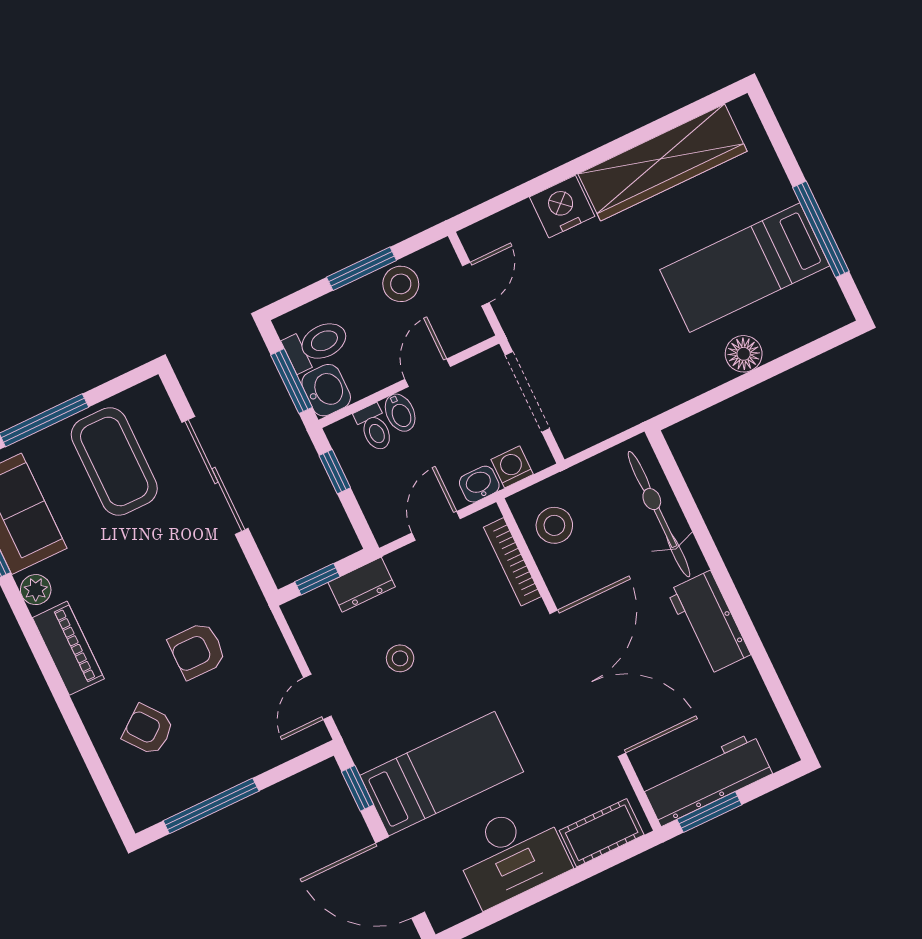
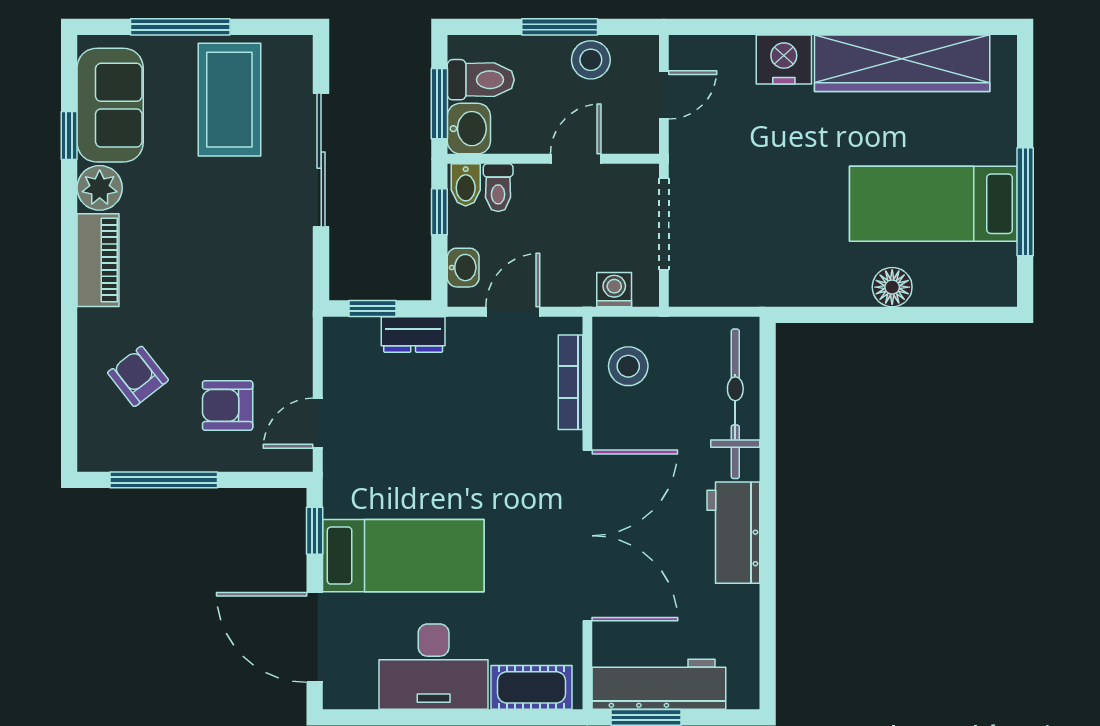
bidet: (400, 413) -> (466, 185), moved
washbasin: (479, 484) -> (463, 268), moved, turned 90
plant: (36, 590) -> (100, 188), width x1.38, depth x1.38
armchair: (197, 651) -> (228, 405), moved
stool: (400, 658) -> (416, 424), removed

